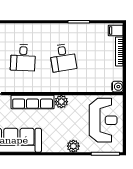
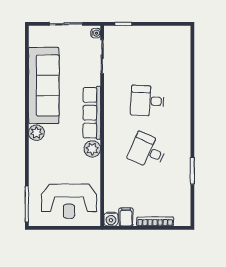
filing cabinet: (116, 30) -> (126, 217), moved
desk: (63, 58) -> (147, 151), turned 33
plant: (73, 146) -> (36, 133), moved

